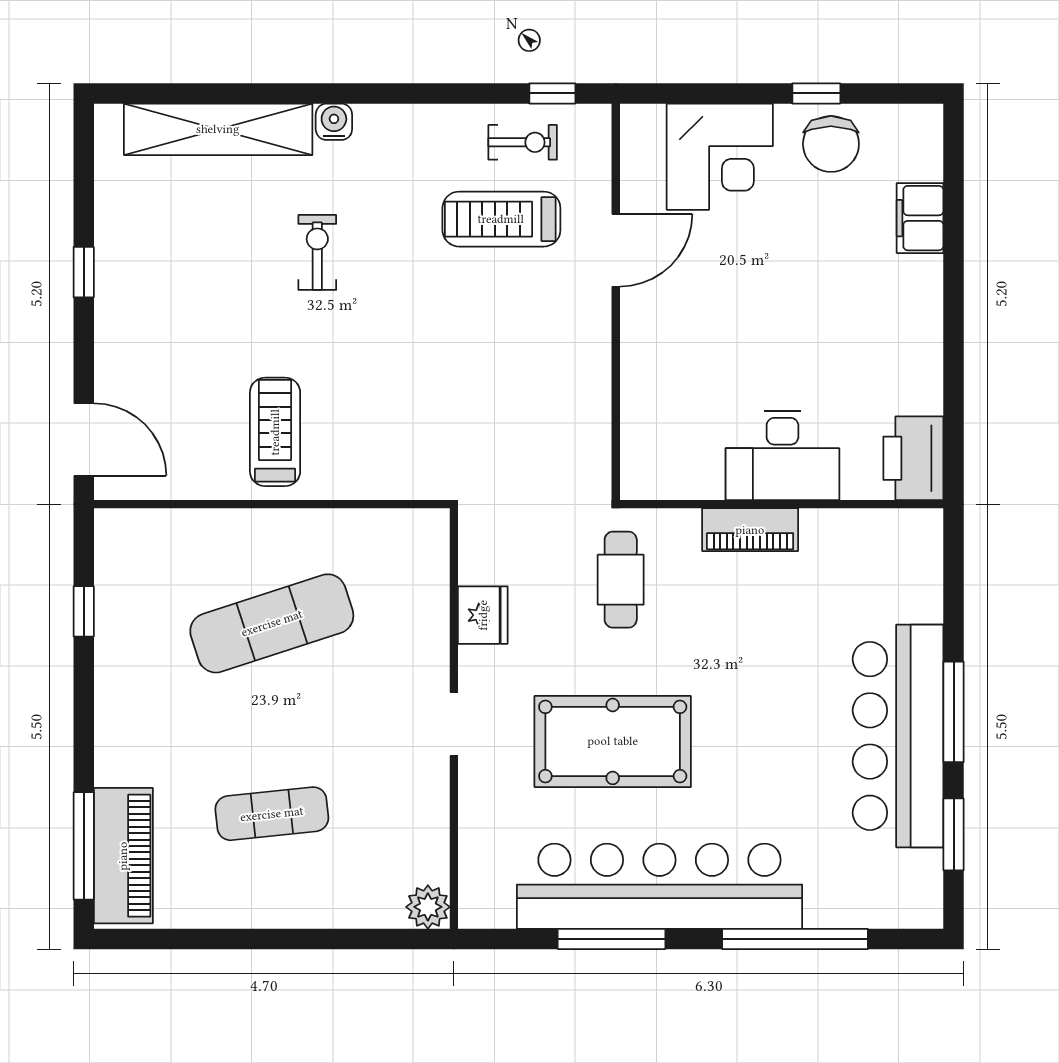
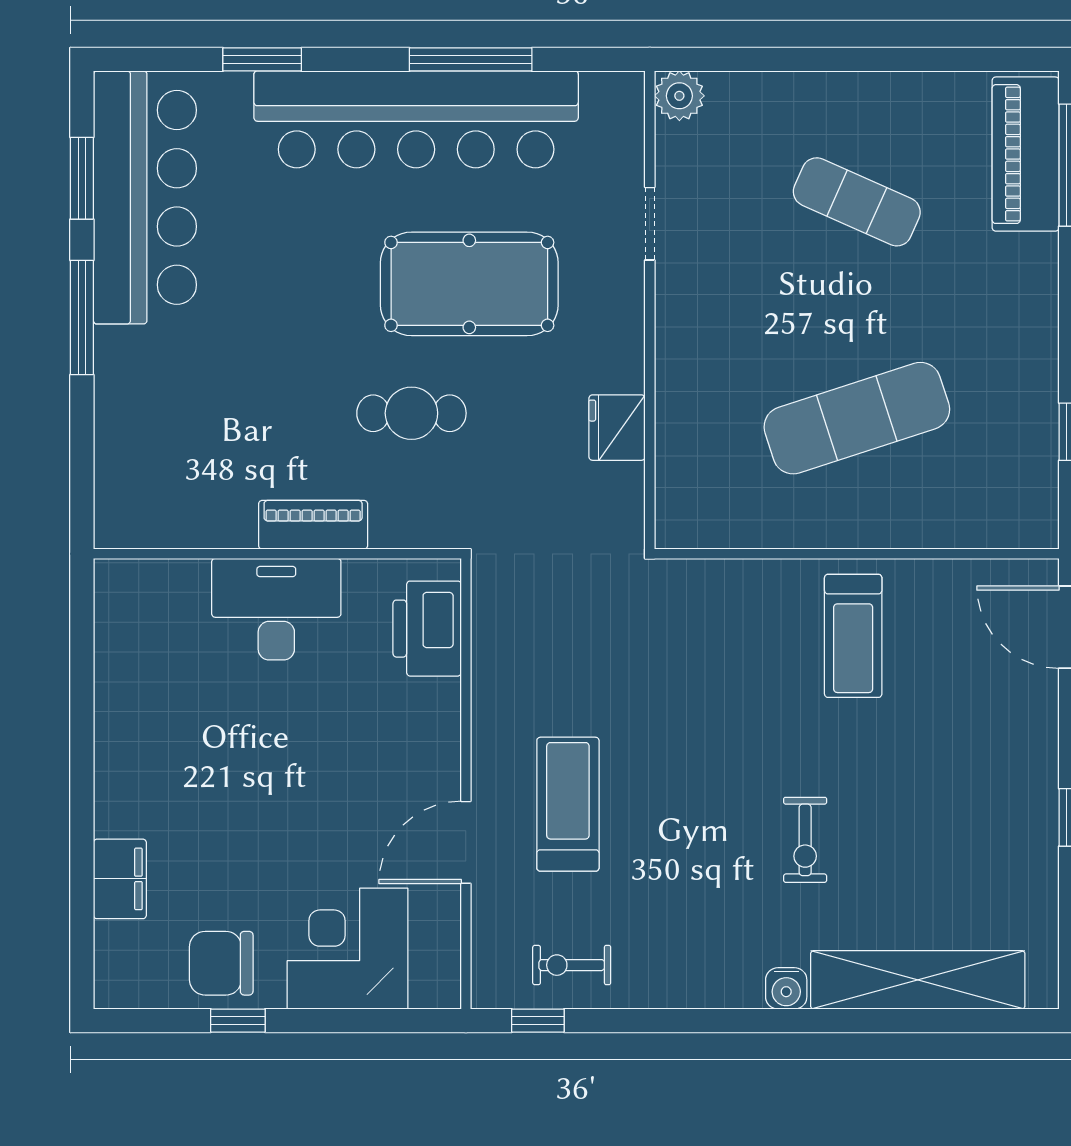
chair: (831, 144) -> (221, 963), turned -90
treadmill: (501, 219) -> (568, 804), moved, turned -90
printer: (913, 458) -> (427, 629), moved, turned 180
cafe table: (621, 580) -> (411, 413), moved, turned 90
doorway: (454, 724) -> (650, 224), moved
bar counter: (898, 736) -> (145, 197), moved
exercise mat: (272, 814) -> (857, 202), turned 30
window: (795, 939) -> (262, 59), width x0.47

